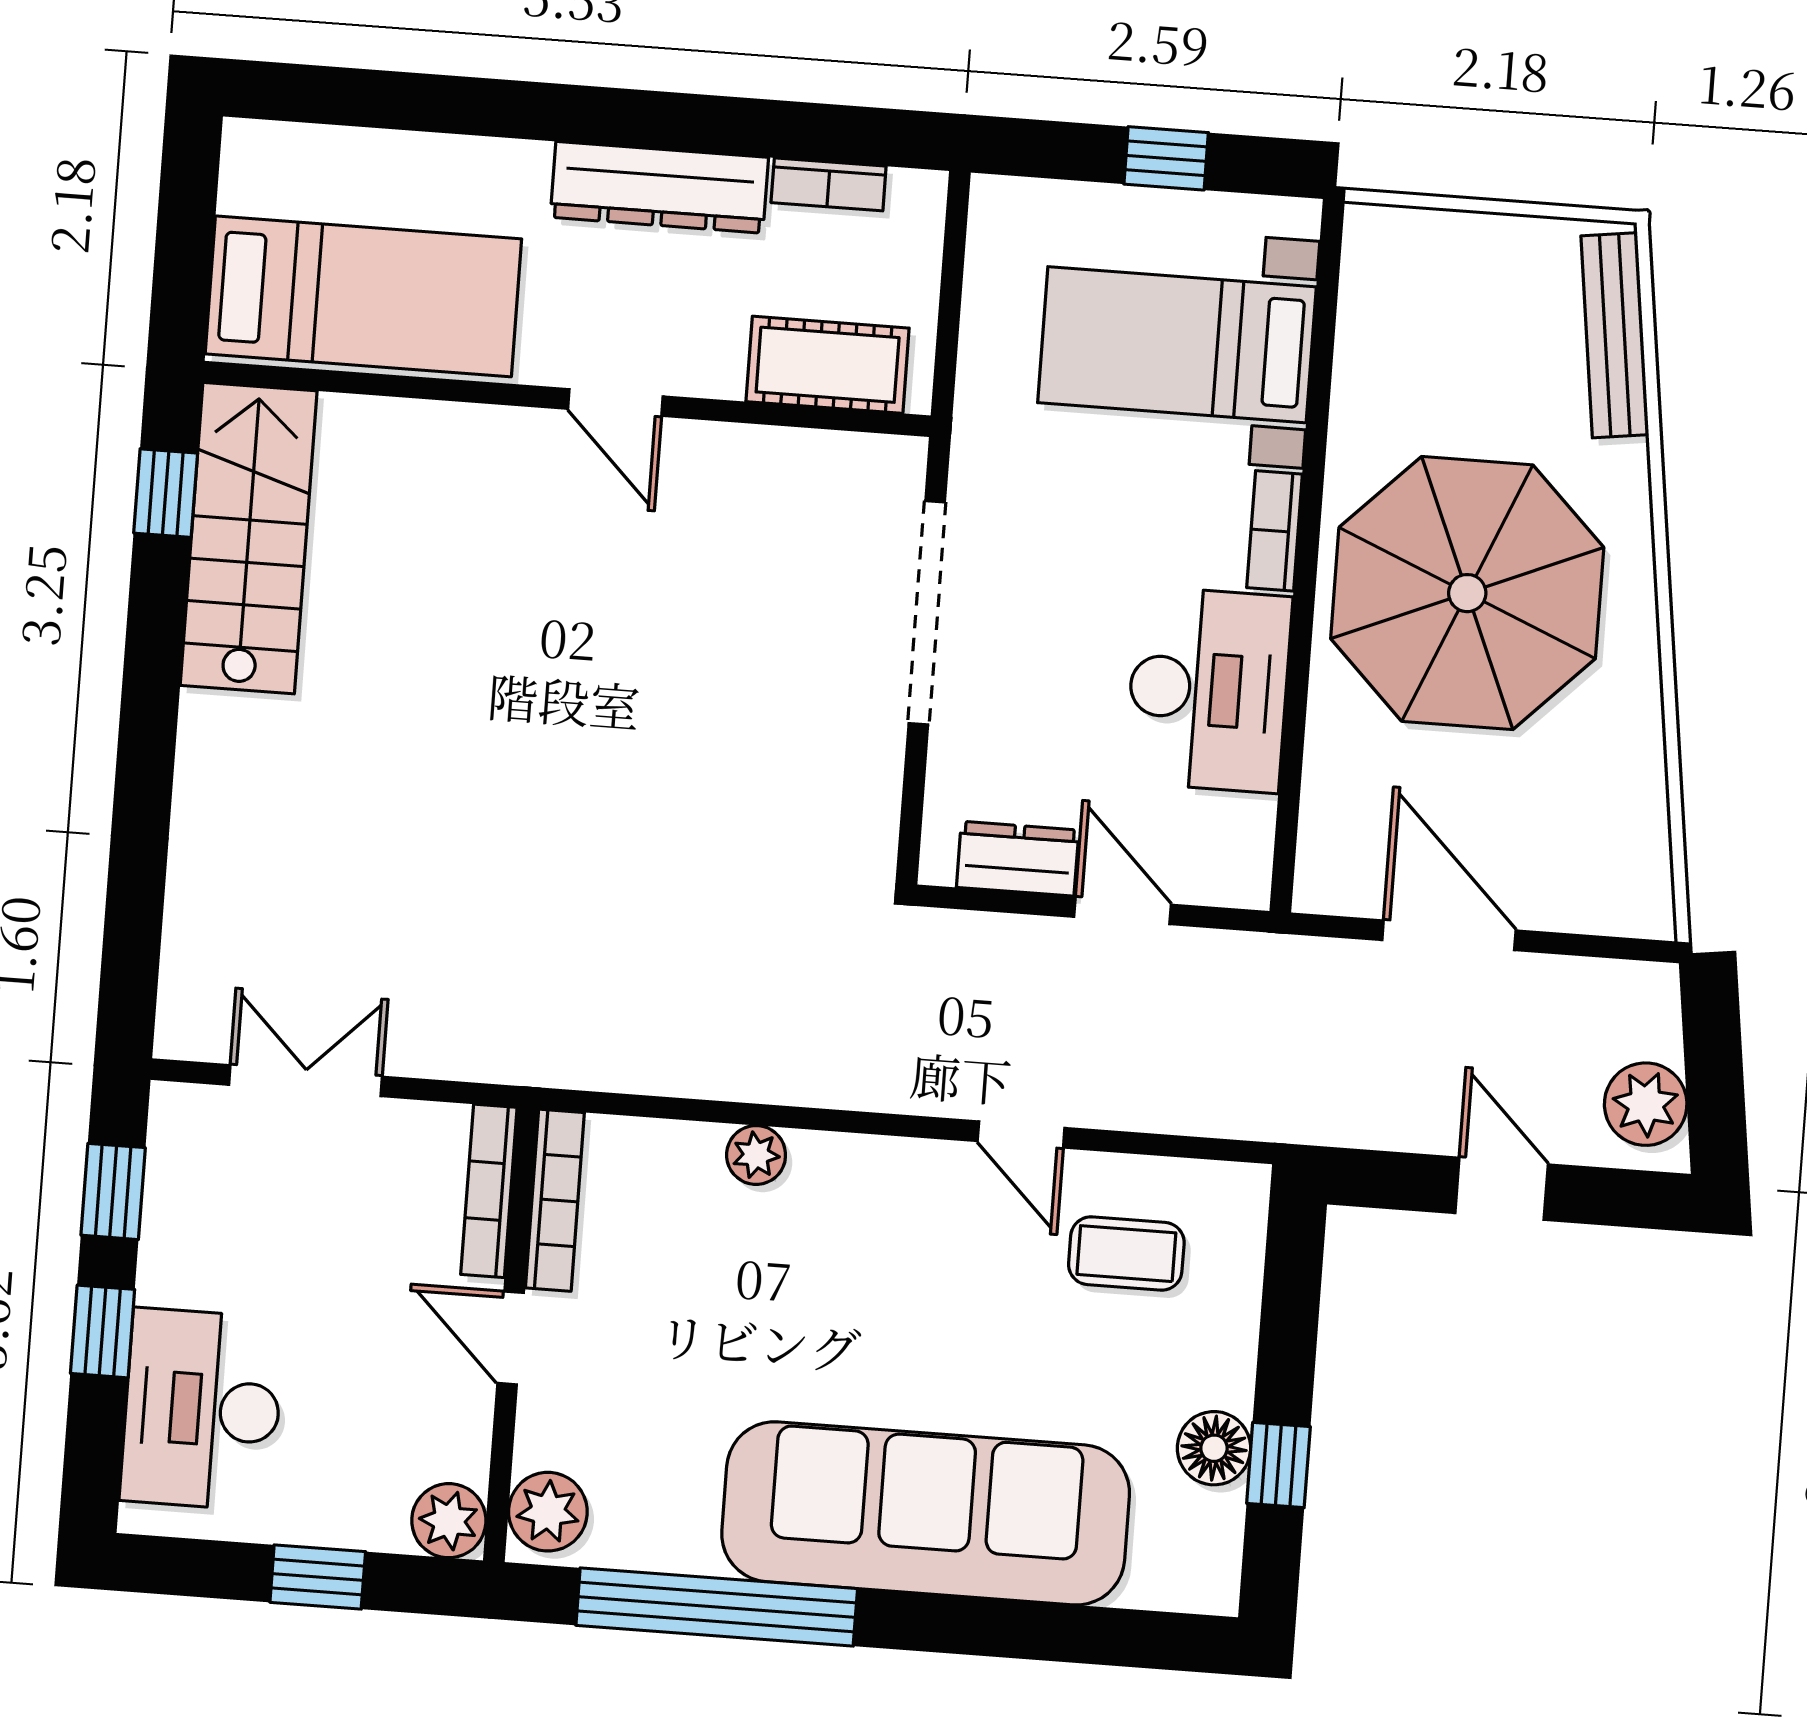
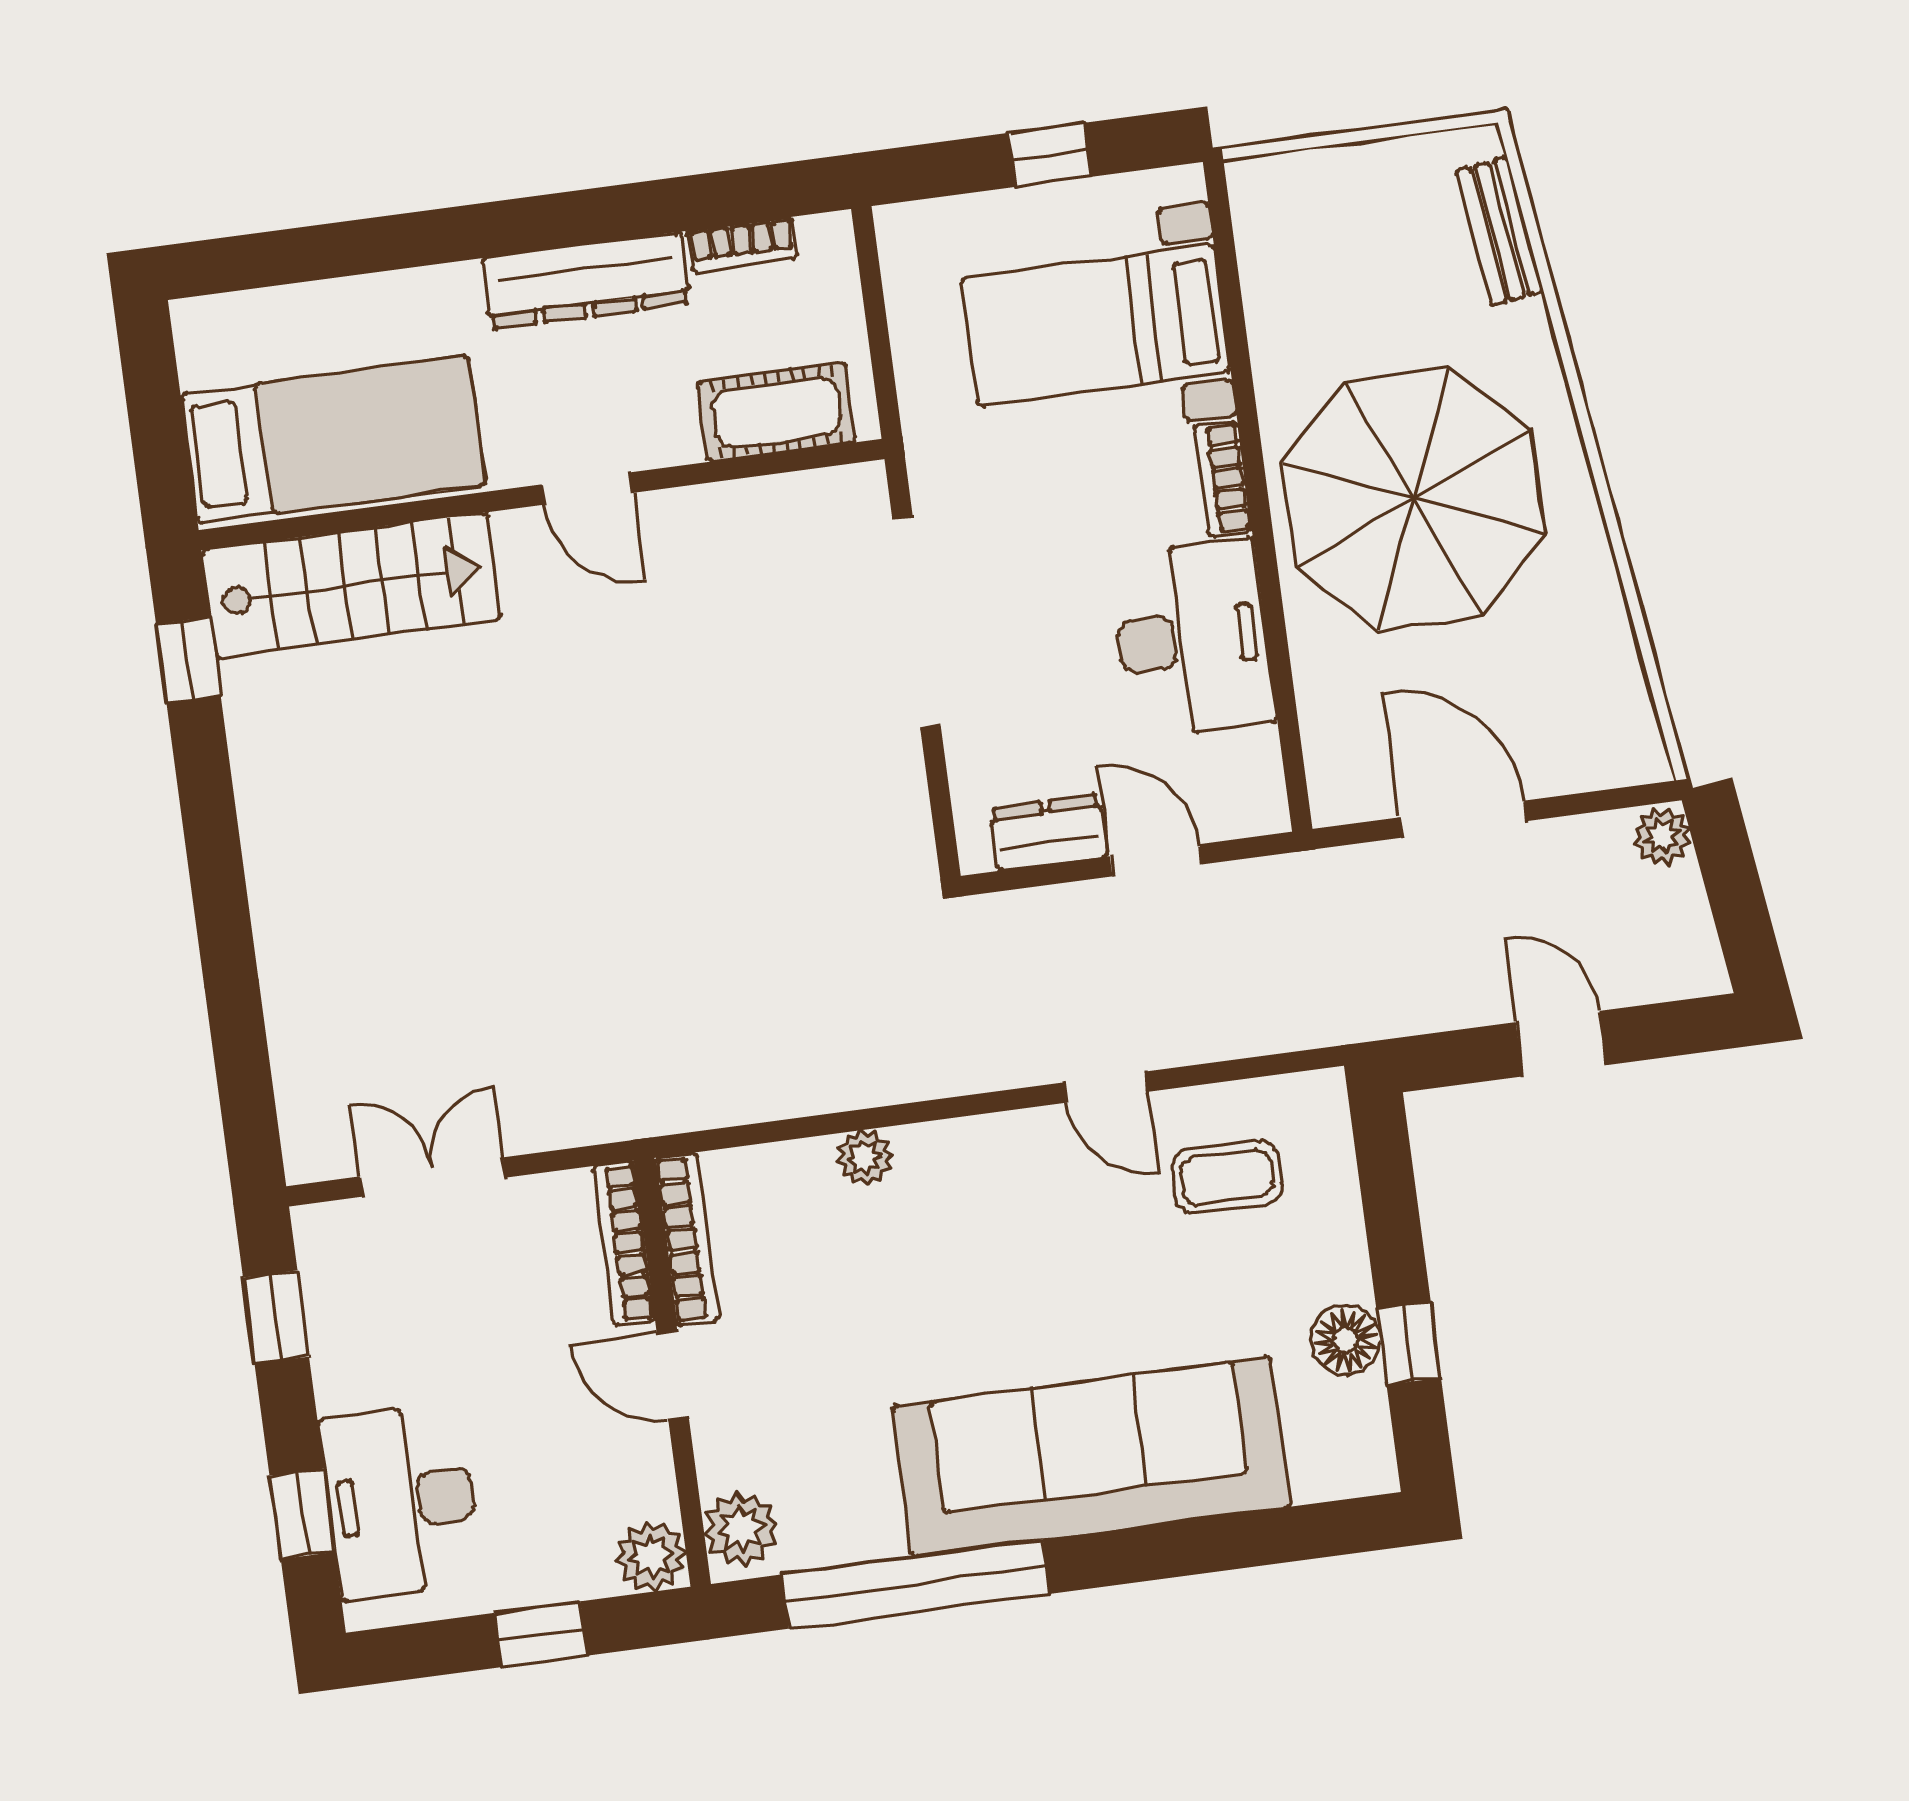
bench: (1615, 335) -> (1500, 231), width x0.73
stairs: (249, 538) -> (351, 585), moved, turned 90
plant: (1646, 1104) -> (1662, 836), moved, width x0.73, depth x0.73
window: (103, 1331) -> (302, 1514), moved

